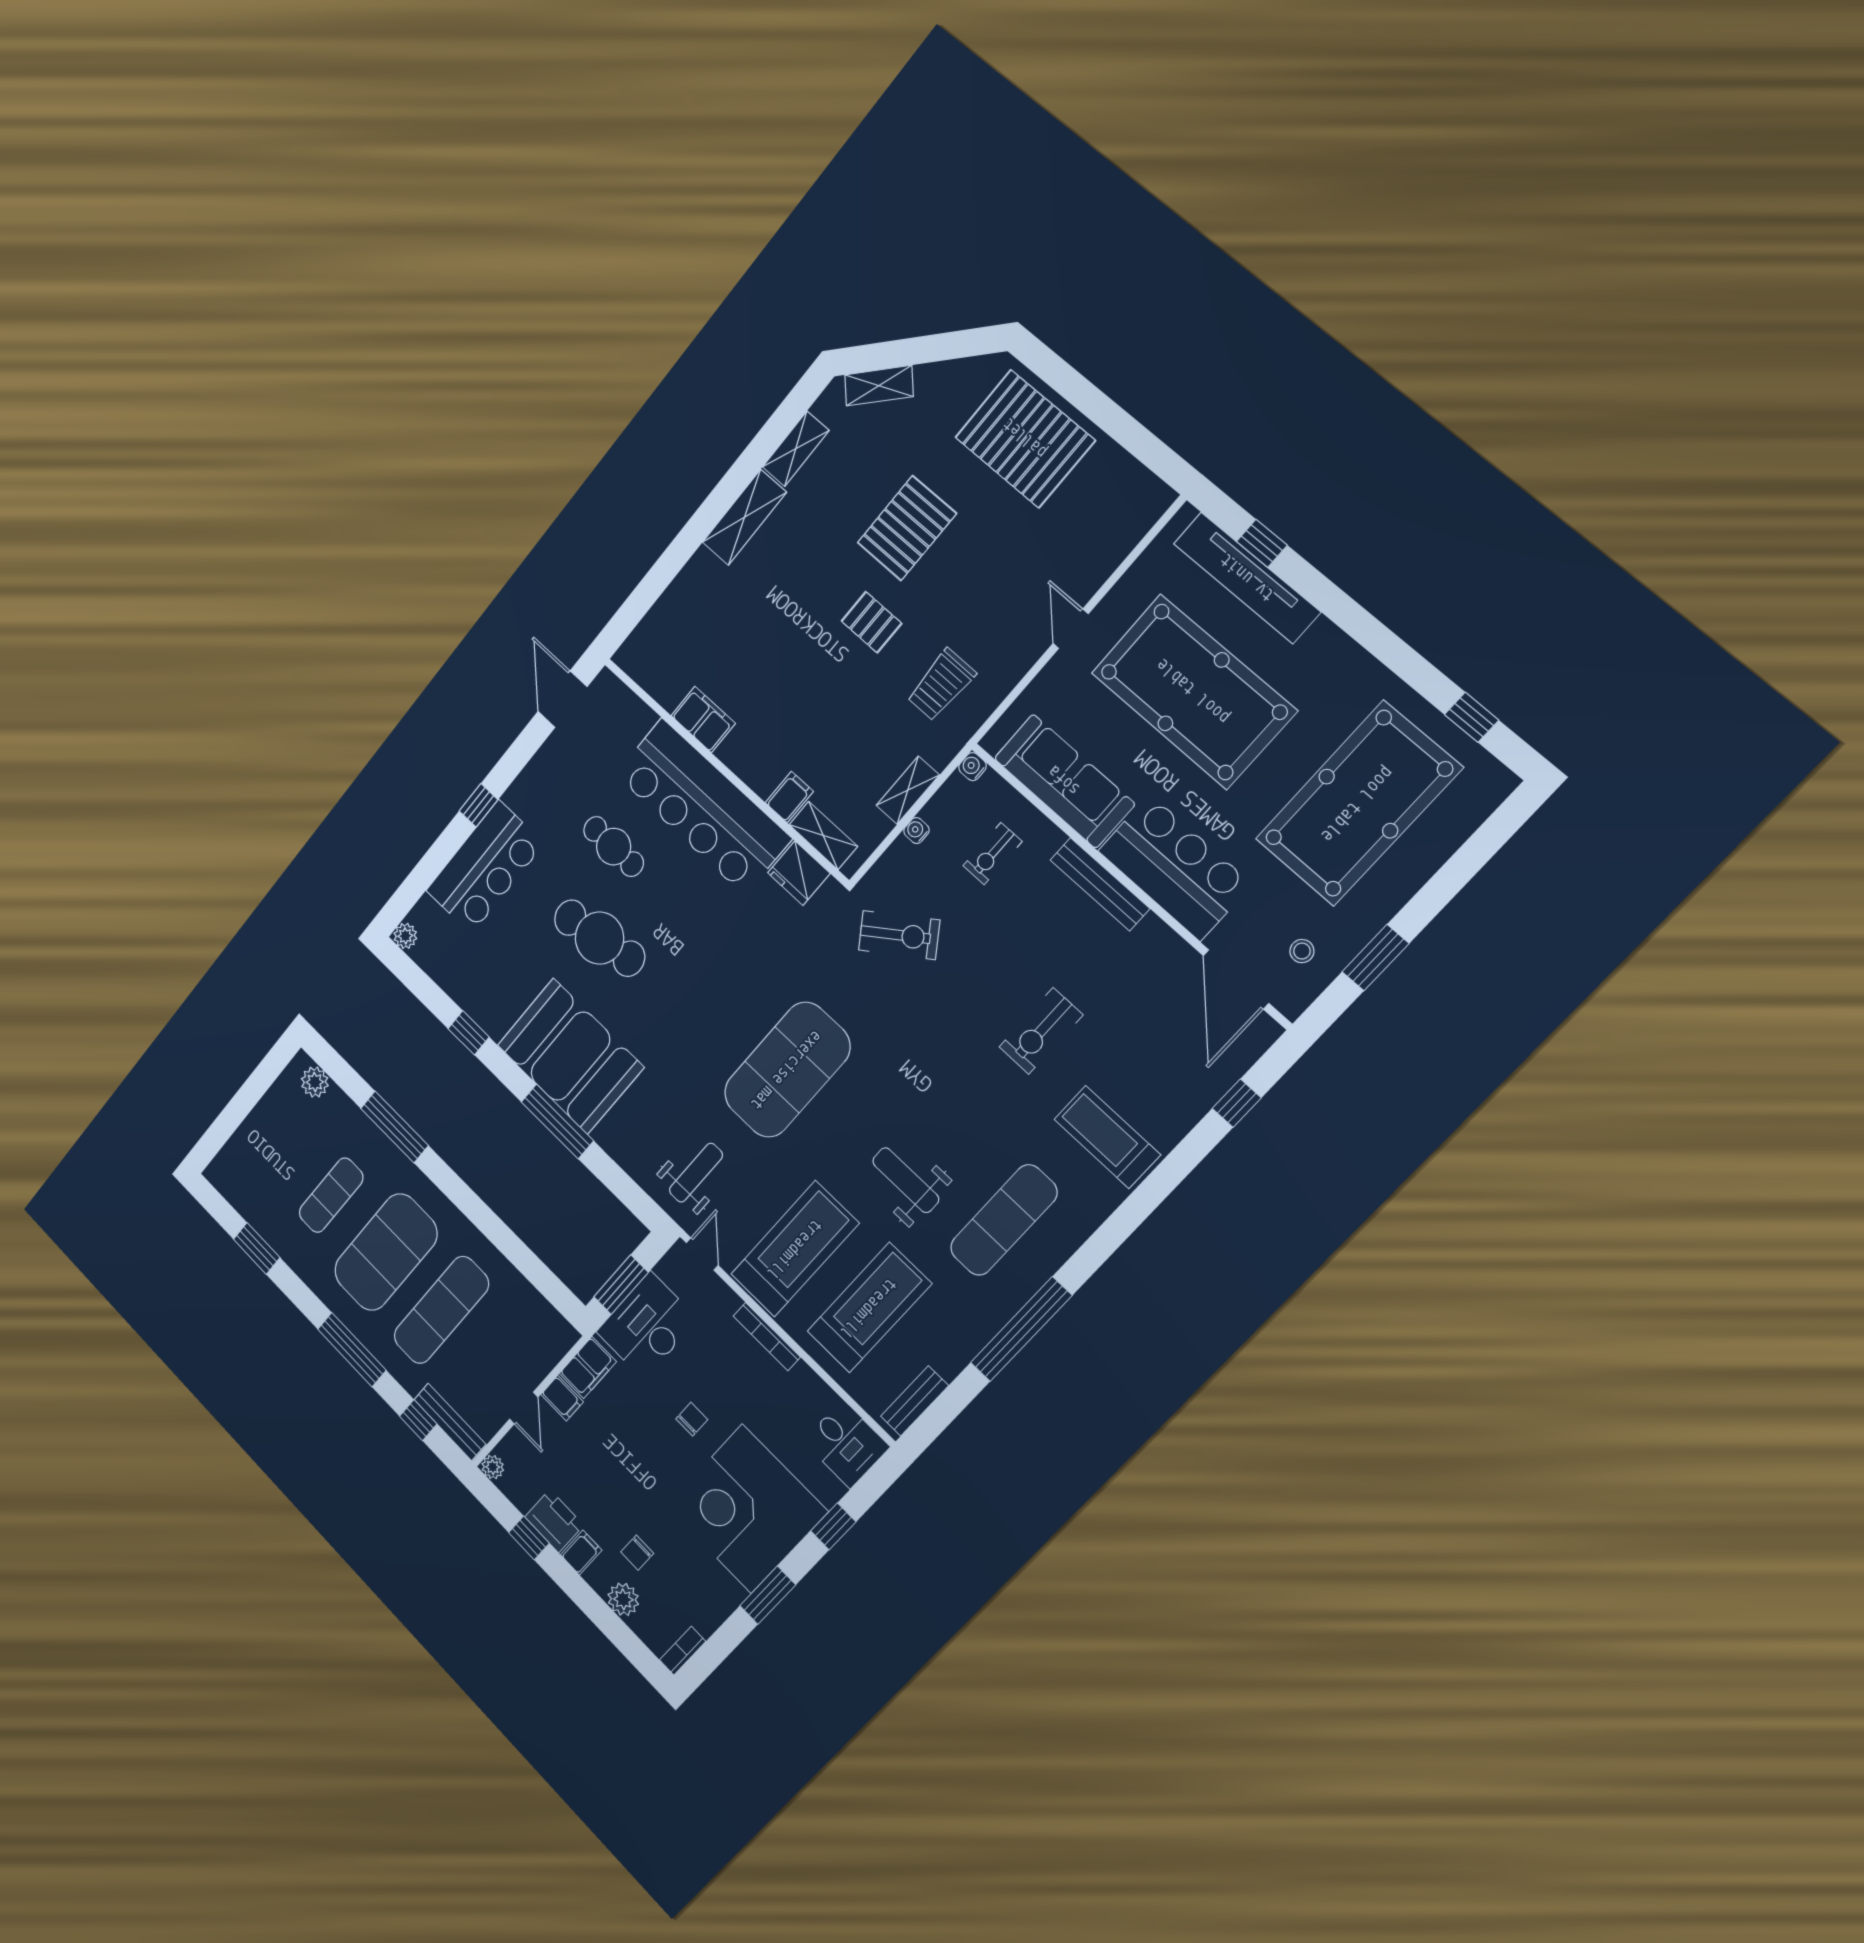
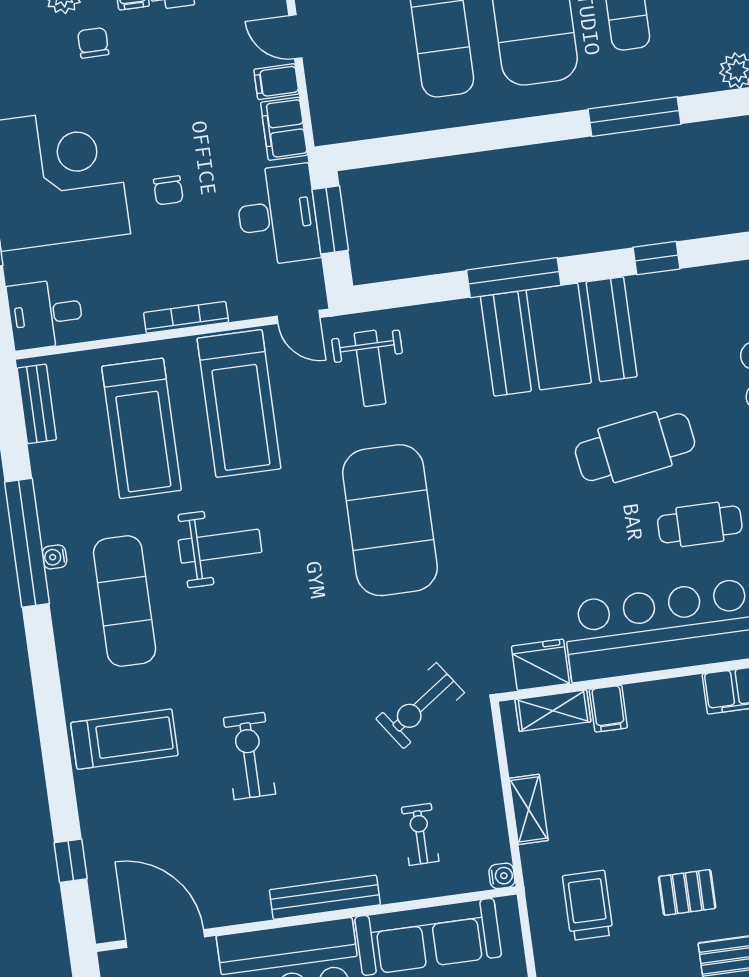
water cooler: (916, 831) -> (55, 557), moved, turned 180

